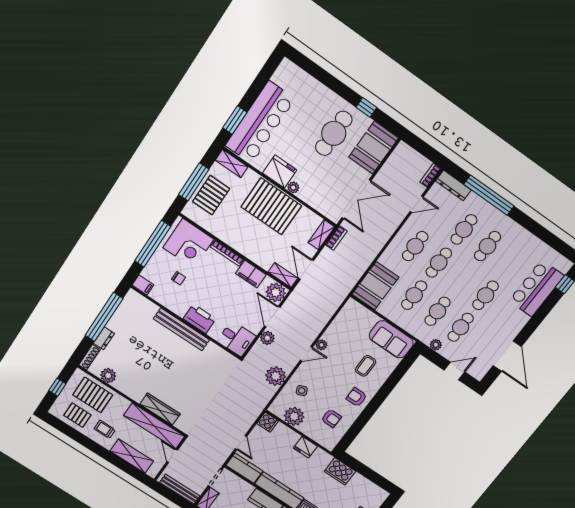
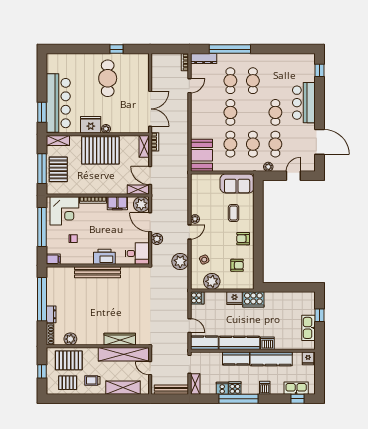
booth: (374, 148) -> (138, 70), removed
cafe table: (415, 246) -> (208, 112), removed
bar counter: (536, 288) -> (304, 103), moved
cooker: (340, 471) -> (253, 299), moved

